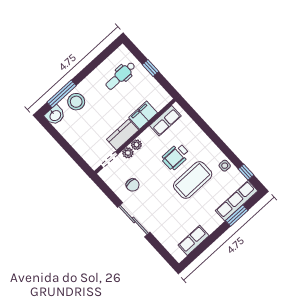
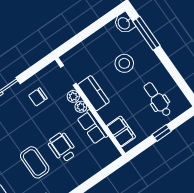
stool: (76, 102) -> (124, 63), moved
filing cabinet: (143, 115) -> (121, 131), moved
row of seats: (165, 121) -> (92, 127), moved
coffee table: (193, 180) -> (35, 162), width x0.73, depth x0.76

